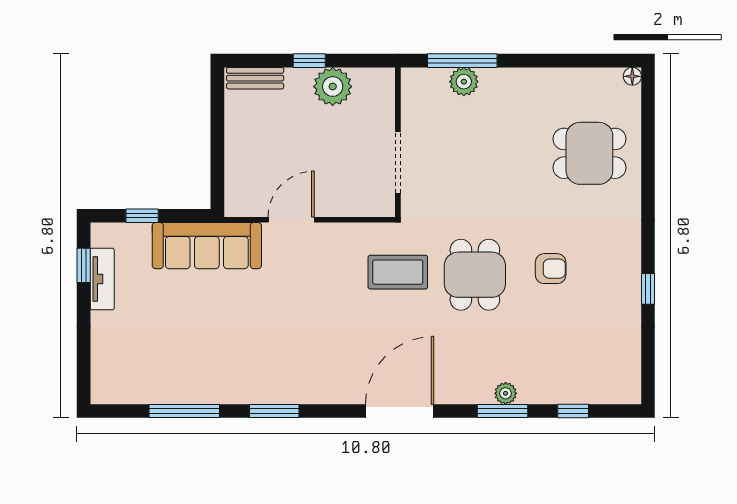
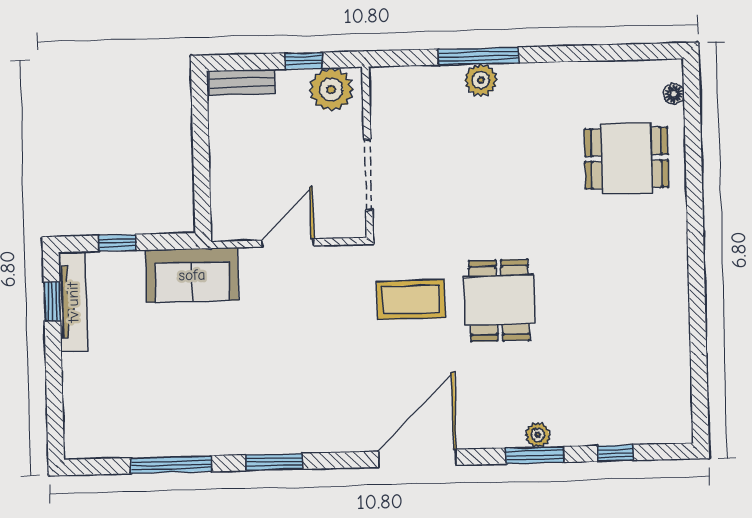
floor lamp: (632, 76) -> (674, 94), moved
wall: (398, 142) -> (368, 152), moved
doorway: (398, 162) -> (368, 175), moved
sofa: (207, 246) -> (192, 275), width x0.73
armchair: (551, 269) -> (586, 291), removed
tv unit: (102, 279) -> (73, 302), width x1.41
window: (648, 289) -> (697, 311), removed

